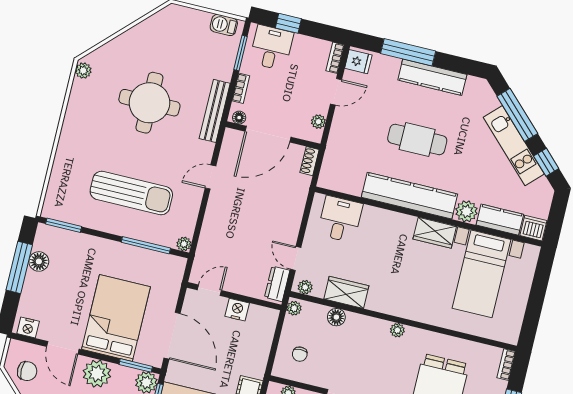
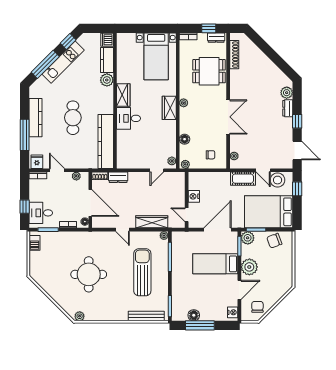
bench: (215, 111) -> (146, 316), moved
kitchen counter: (409, 196) -> (106, 141), moved
desk: (340, 219) -> (129, 118), moved
wardrobe: (212, 229) -> (152, 222), added
bed with nightstands: (482, 274) -> (156, 56), moved, turned 90
dresser: (277, 284) -> (118, 177), moved
wardrobe: (346, 292) -> (169, 108), moved
bed: (116, 318) -> (215, 264), width x0.67

